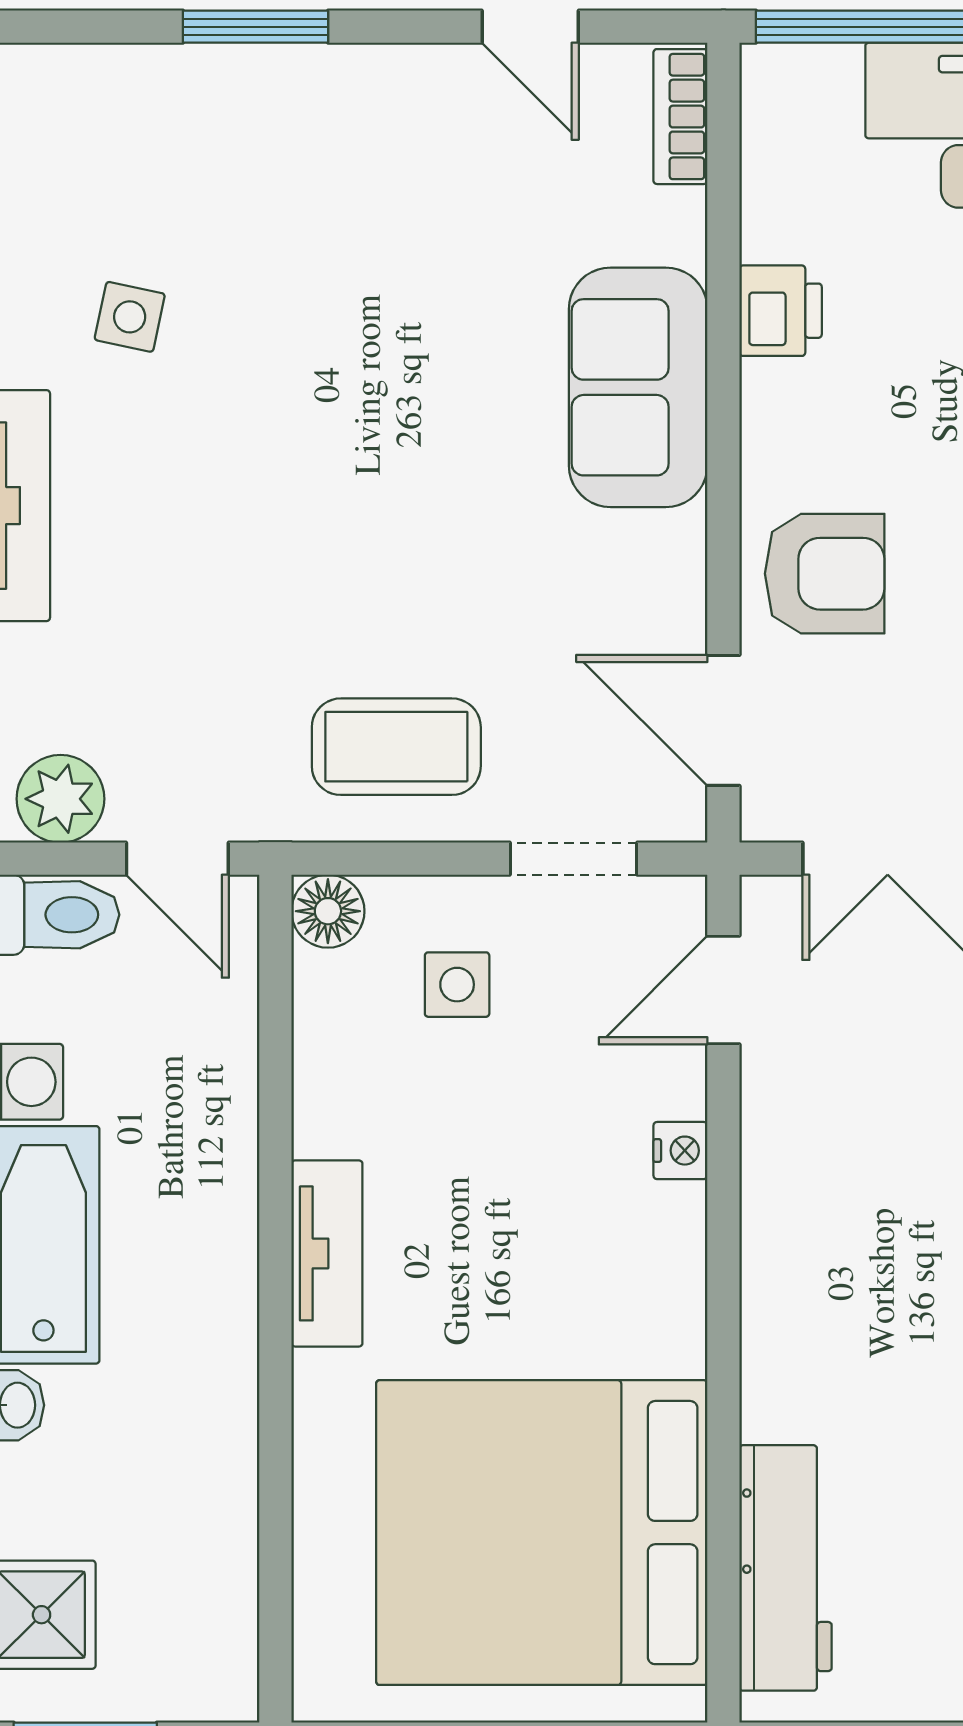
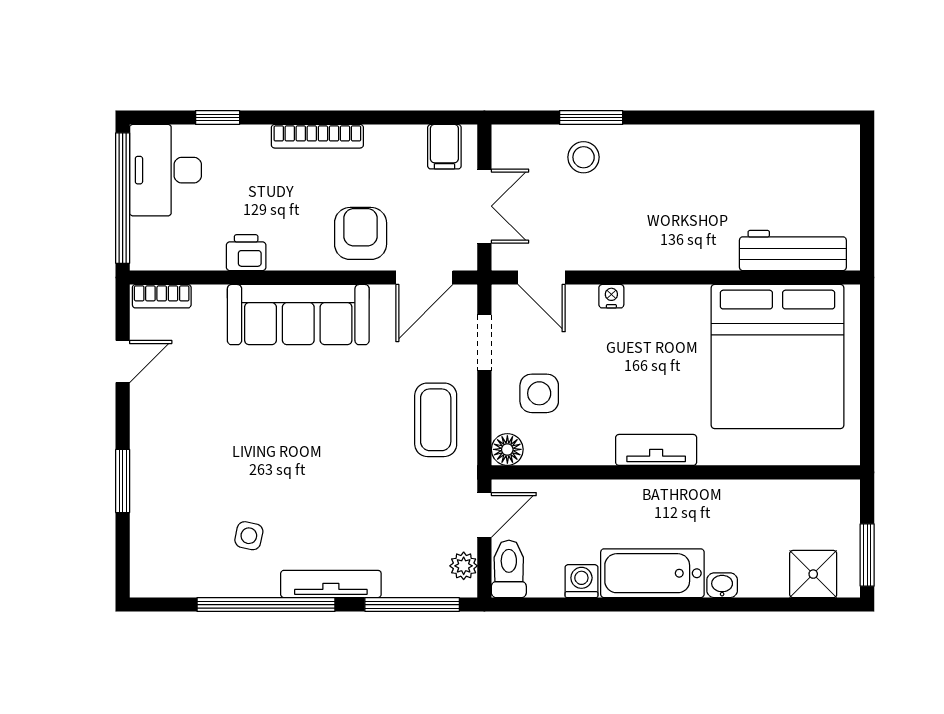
sofa: (638, 387) -> (298, 315), width x1.36
plant: (60, 799) -> (464, 566), width x0.73, depth x0.73
side table: (457, 985) -> (539, 393), width x1.37, depth x1.37

